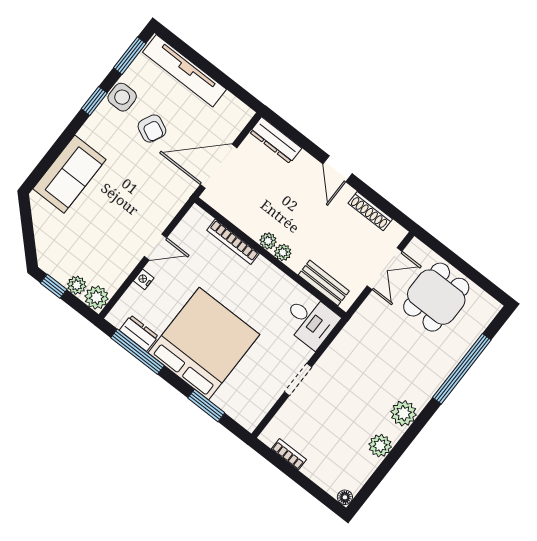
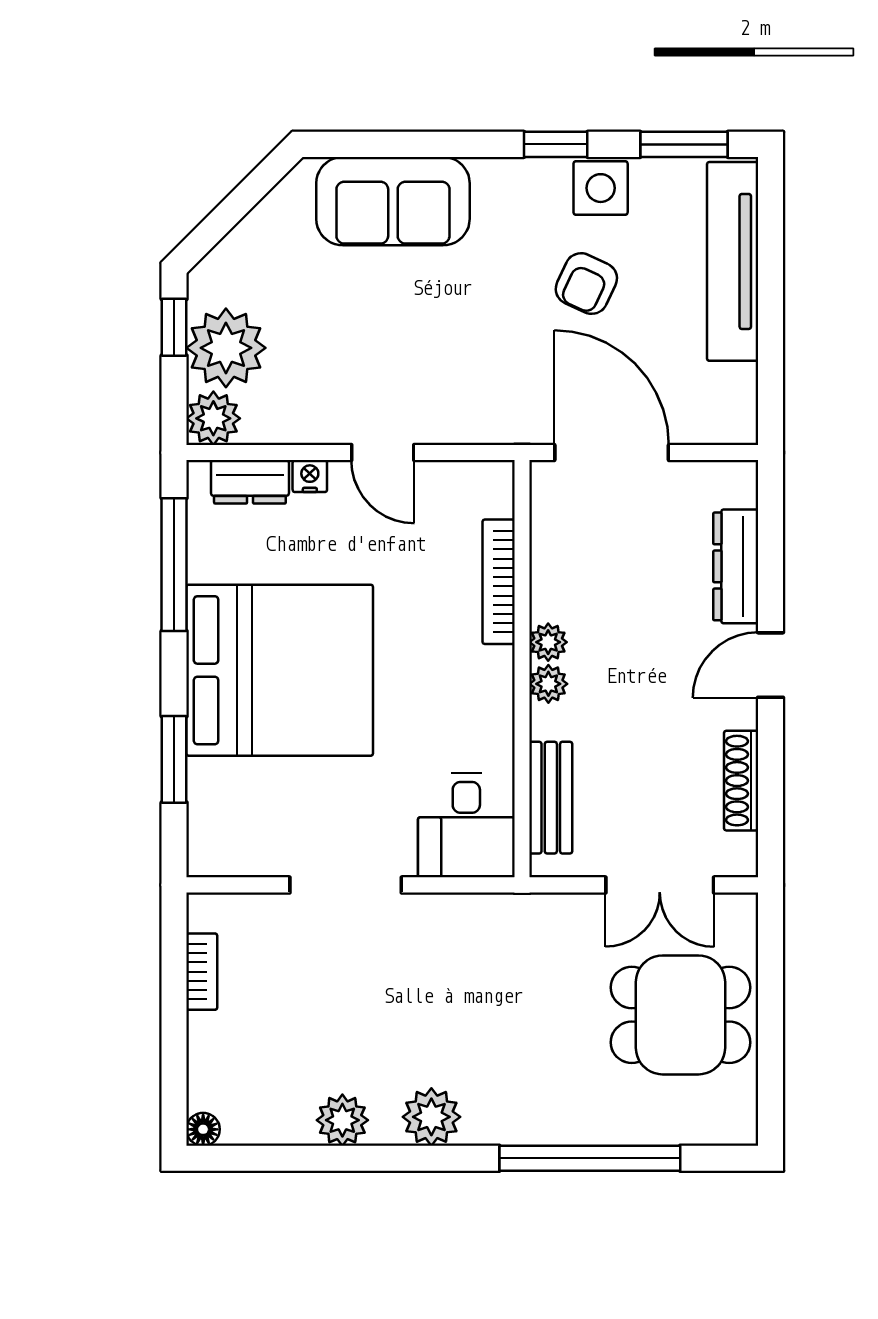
dresser: (276, 140) -> (736, 566), moved
plant: (77, 285) -> (226, 348), width x1.88, depth x1.88
dresser: (139, 333) -> (250, 482), moved, turned 90
doorway: (298, 380) -> (346, 885), width x1.38

